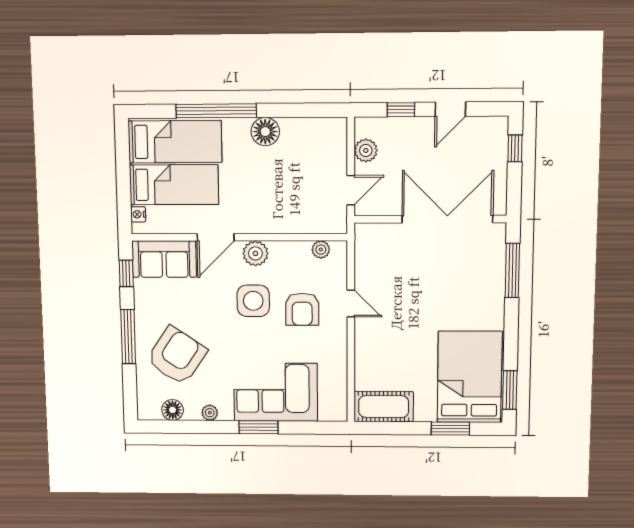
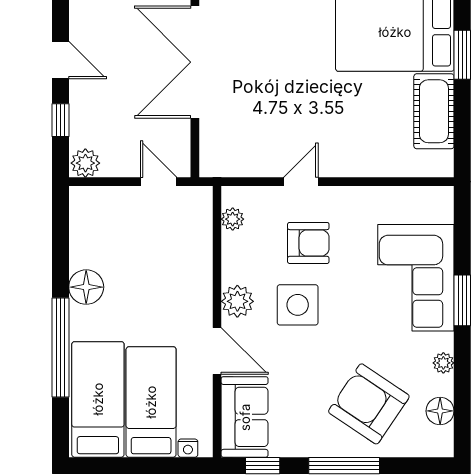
plant: (366, 150) -> (85, 163), moved
cot: (384, 407) -> (434, 111), moved

